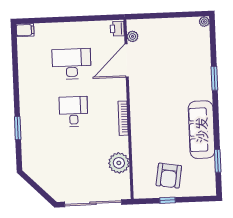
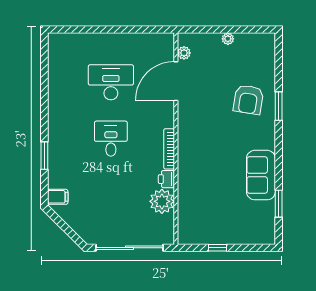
plant: (204, 22) -> (228, 39), moved
printer: (117, 29) -> (166, 179), moved
filing cabinet: (25, 30) -> (58, 197), moved
sofa: (201, 130) -> (261, 175), width x0.73
armchair: (169, 176) -> (248, 100), moved

